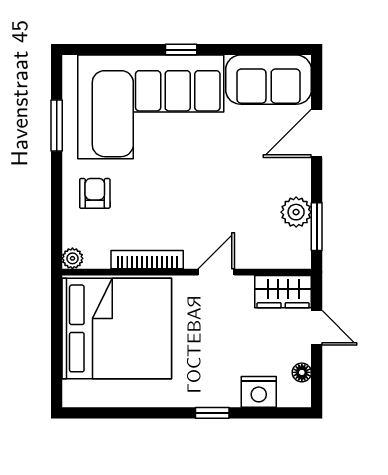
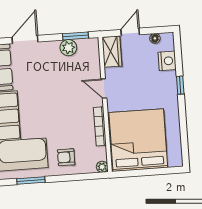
door: (317, 133) -> (25, 40), swing flipped

